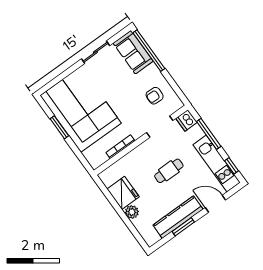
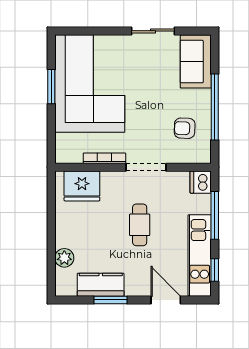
window: (149, 51) -> (215, 107), moved
doorway: (160, 127) -> (146, 167), moved
cafe table: (169, 171) -> (140, 225), turned 90
fridge: (123, 193) -> (82, 186), moved, turned 90
plant: (132, 212) -> (64, 258), moved
kitchen counter: (178, 217) -> (101, 285), width x0.67

